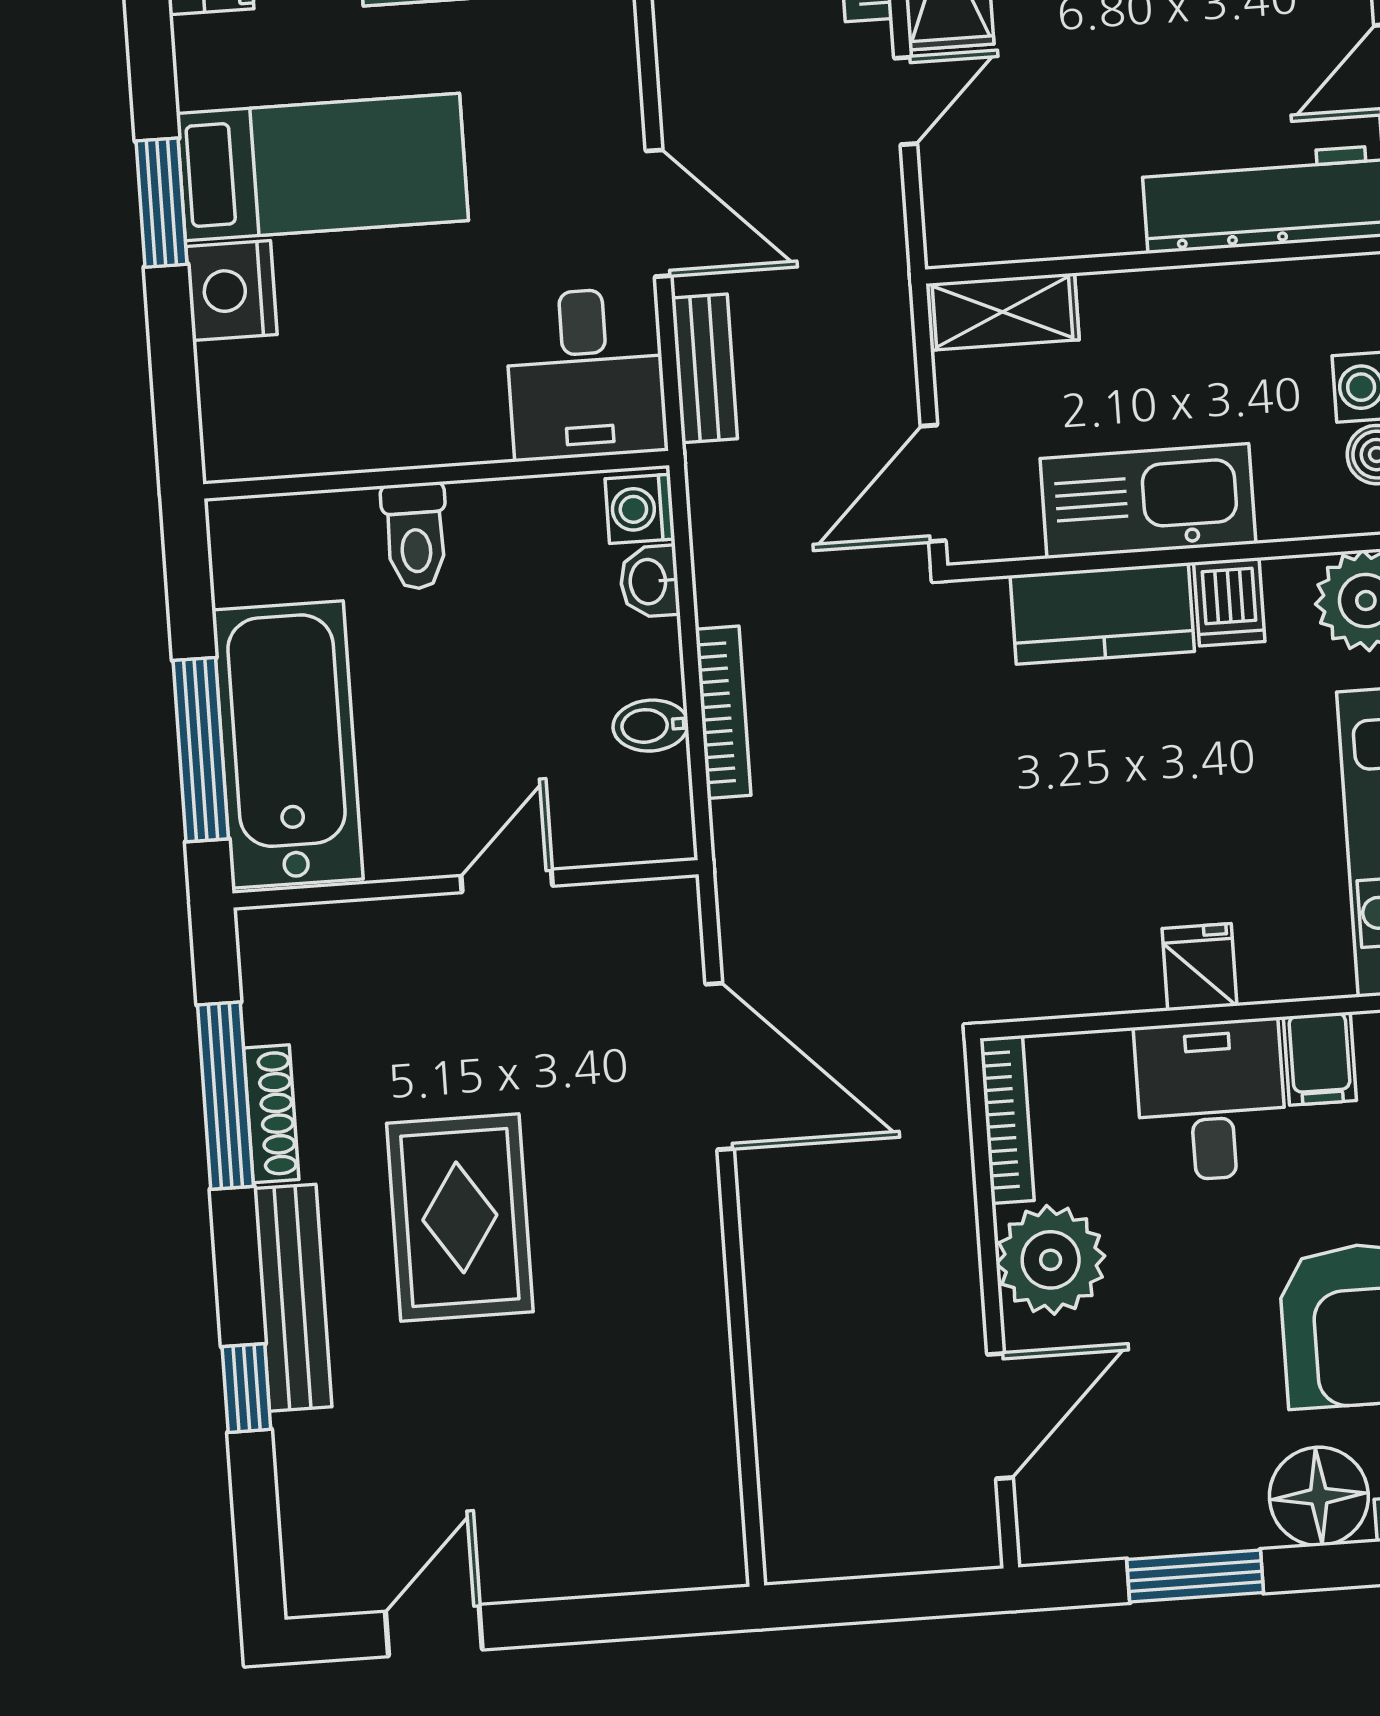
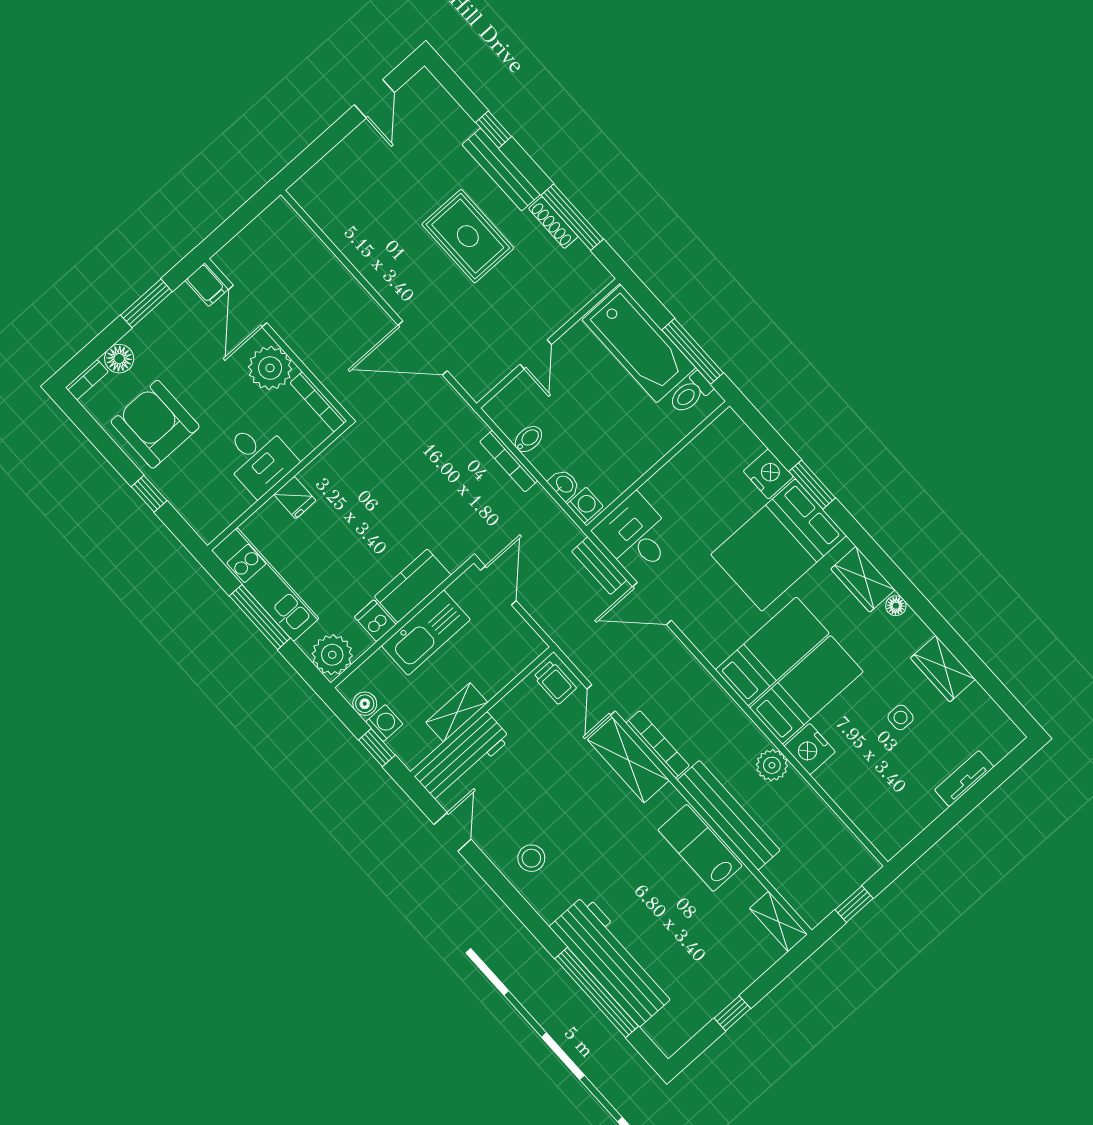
bed: (322, 167) -> (778, 545), width x1.50
trolley: (970, 206) -> (555, 682), added
shelving: (1002, 312) -> (457, 712), moved
toilet: (415, 536) -> (690, 393), moved, turned -90
window: (201, 750) -> (693, 351), moved
filing cabinet: (1320, 1059) -> (207, 285), moved, turned 180
floor lamp: (1319, 1496) -> (119, 359), width x0.73, depth x0.73

